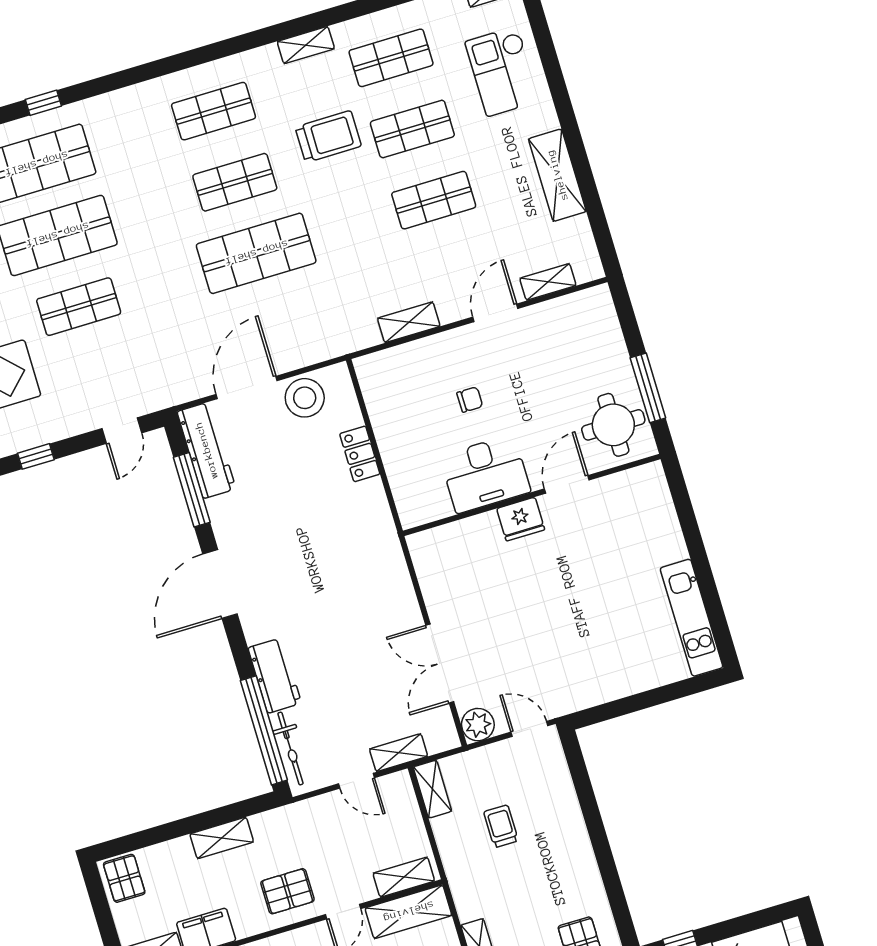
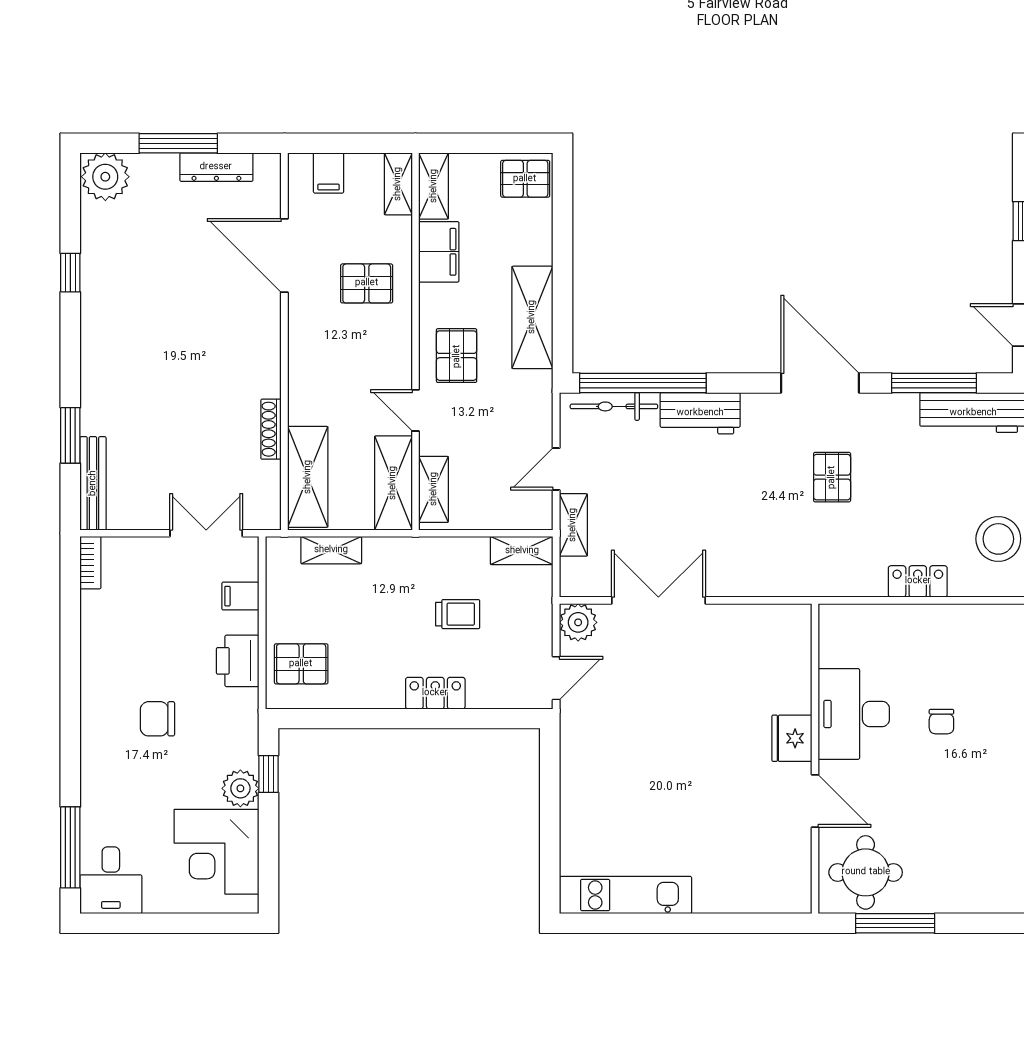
pallet: (295, 551) -> (832, 477), added
locker: (572, 825) -> (435, 693), added
shelving: (222, 838) -> (532, 317), width x1.50, depth x1.33

